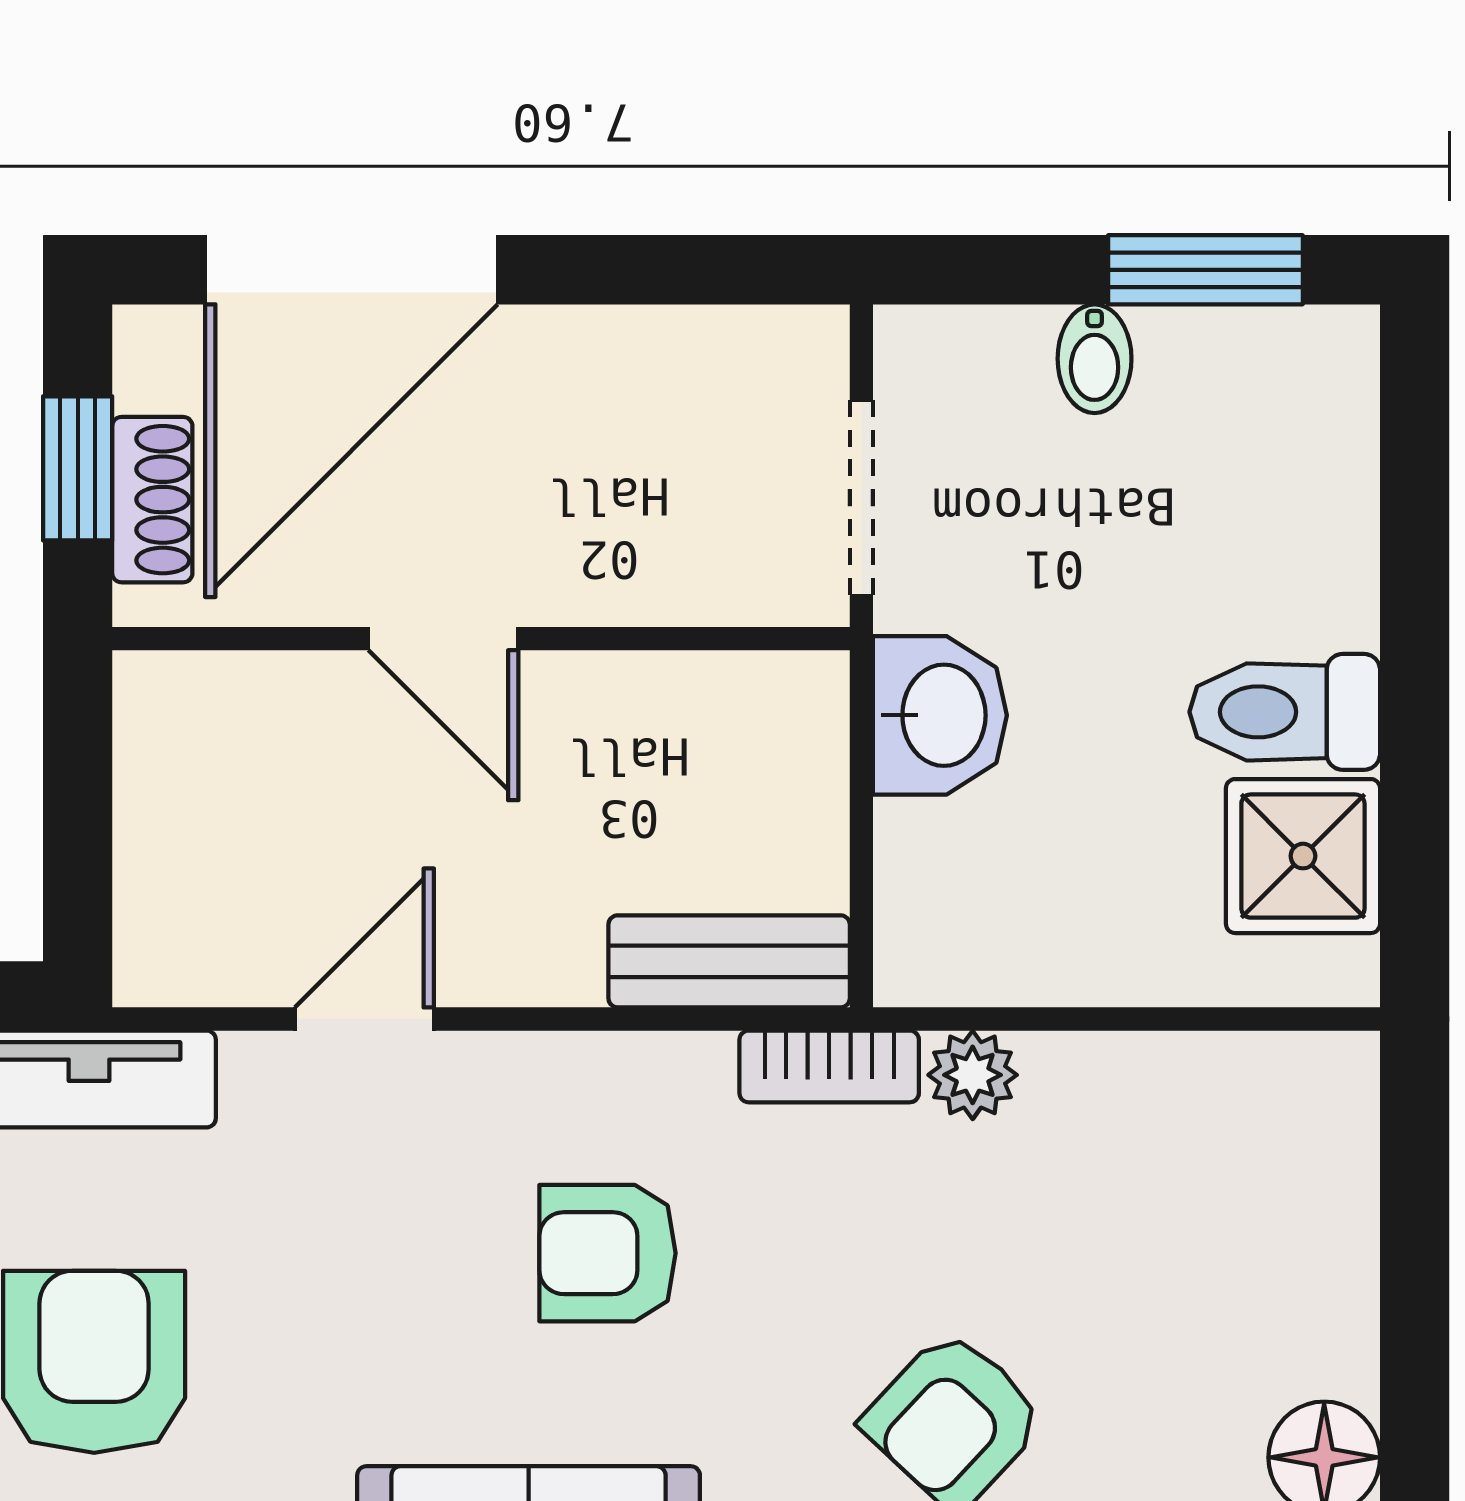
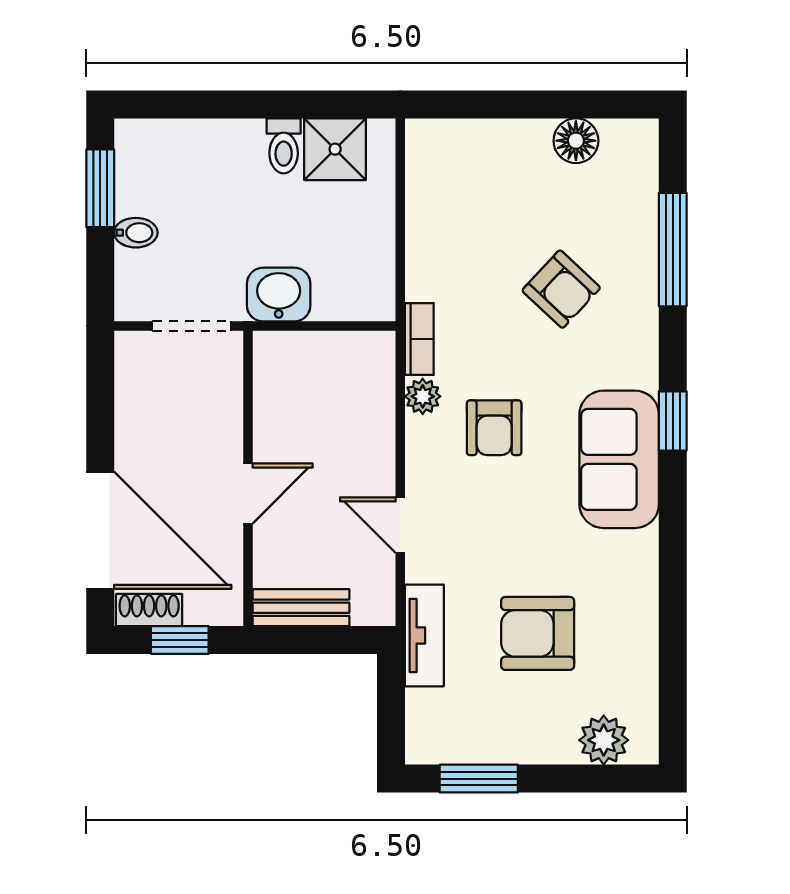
shoe rack: (152, 500) -> (149, 610), moved
toilet: (1285, 712) -> (284, 146), width x0.73, depth x0.72
bench: (729, 961) -> (301, 608), moved, turned 90
plant: (973, 1075) -> (423, 396), moved

